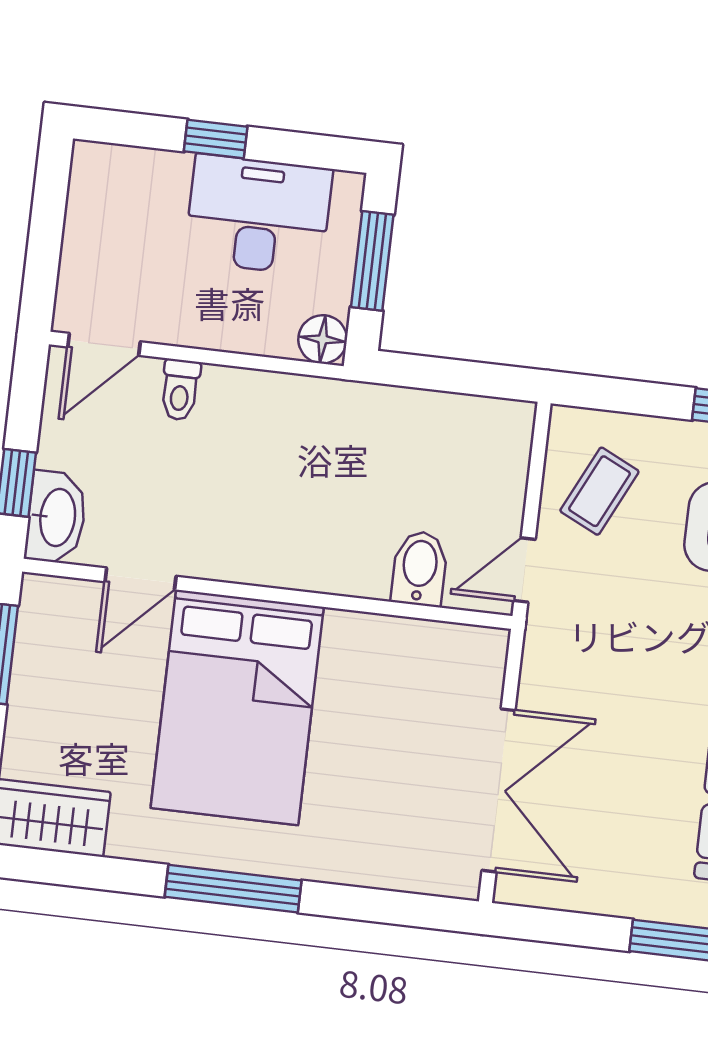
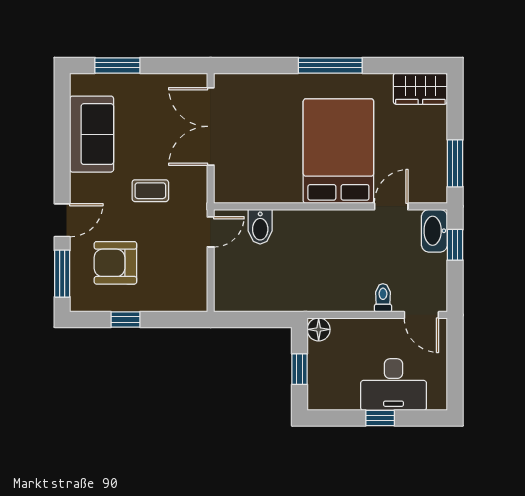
desk: (258, 215) -> (394, 385), moved
window: (372, 261) -> (300, 369), width x0.67
door: (104, 344) -> (421, 315), swing flipped
coffee table: (599, 491) -> (150, 191), moved, turned 64

